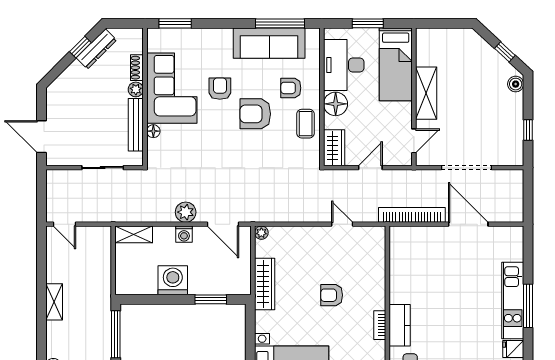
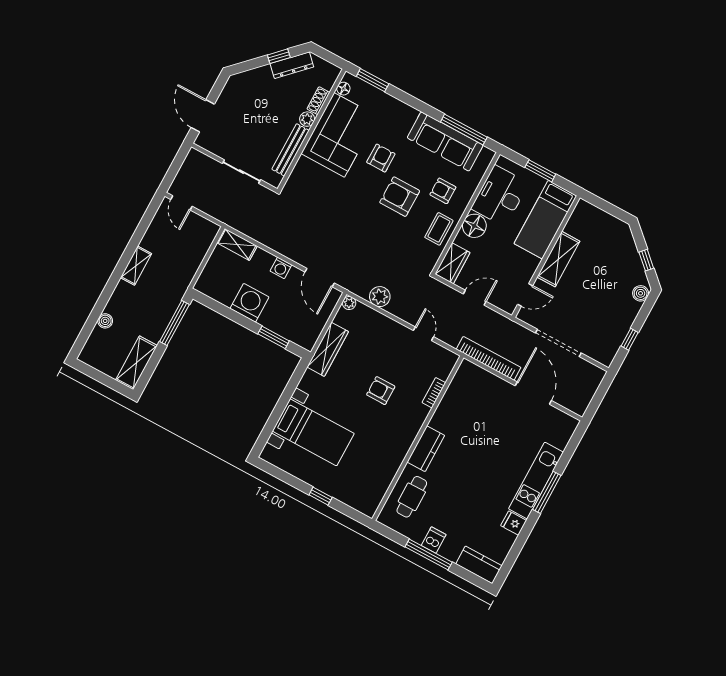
floor lamp: (153, 131) -> (343, 89), moved
plant: (186, 212) -> (380, 297), moved
bookcase: (380, 325) -> (434, 393), moved

